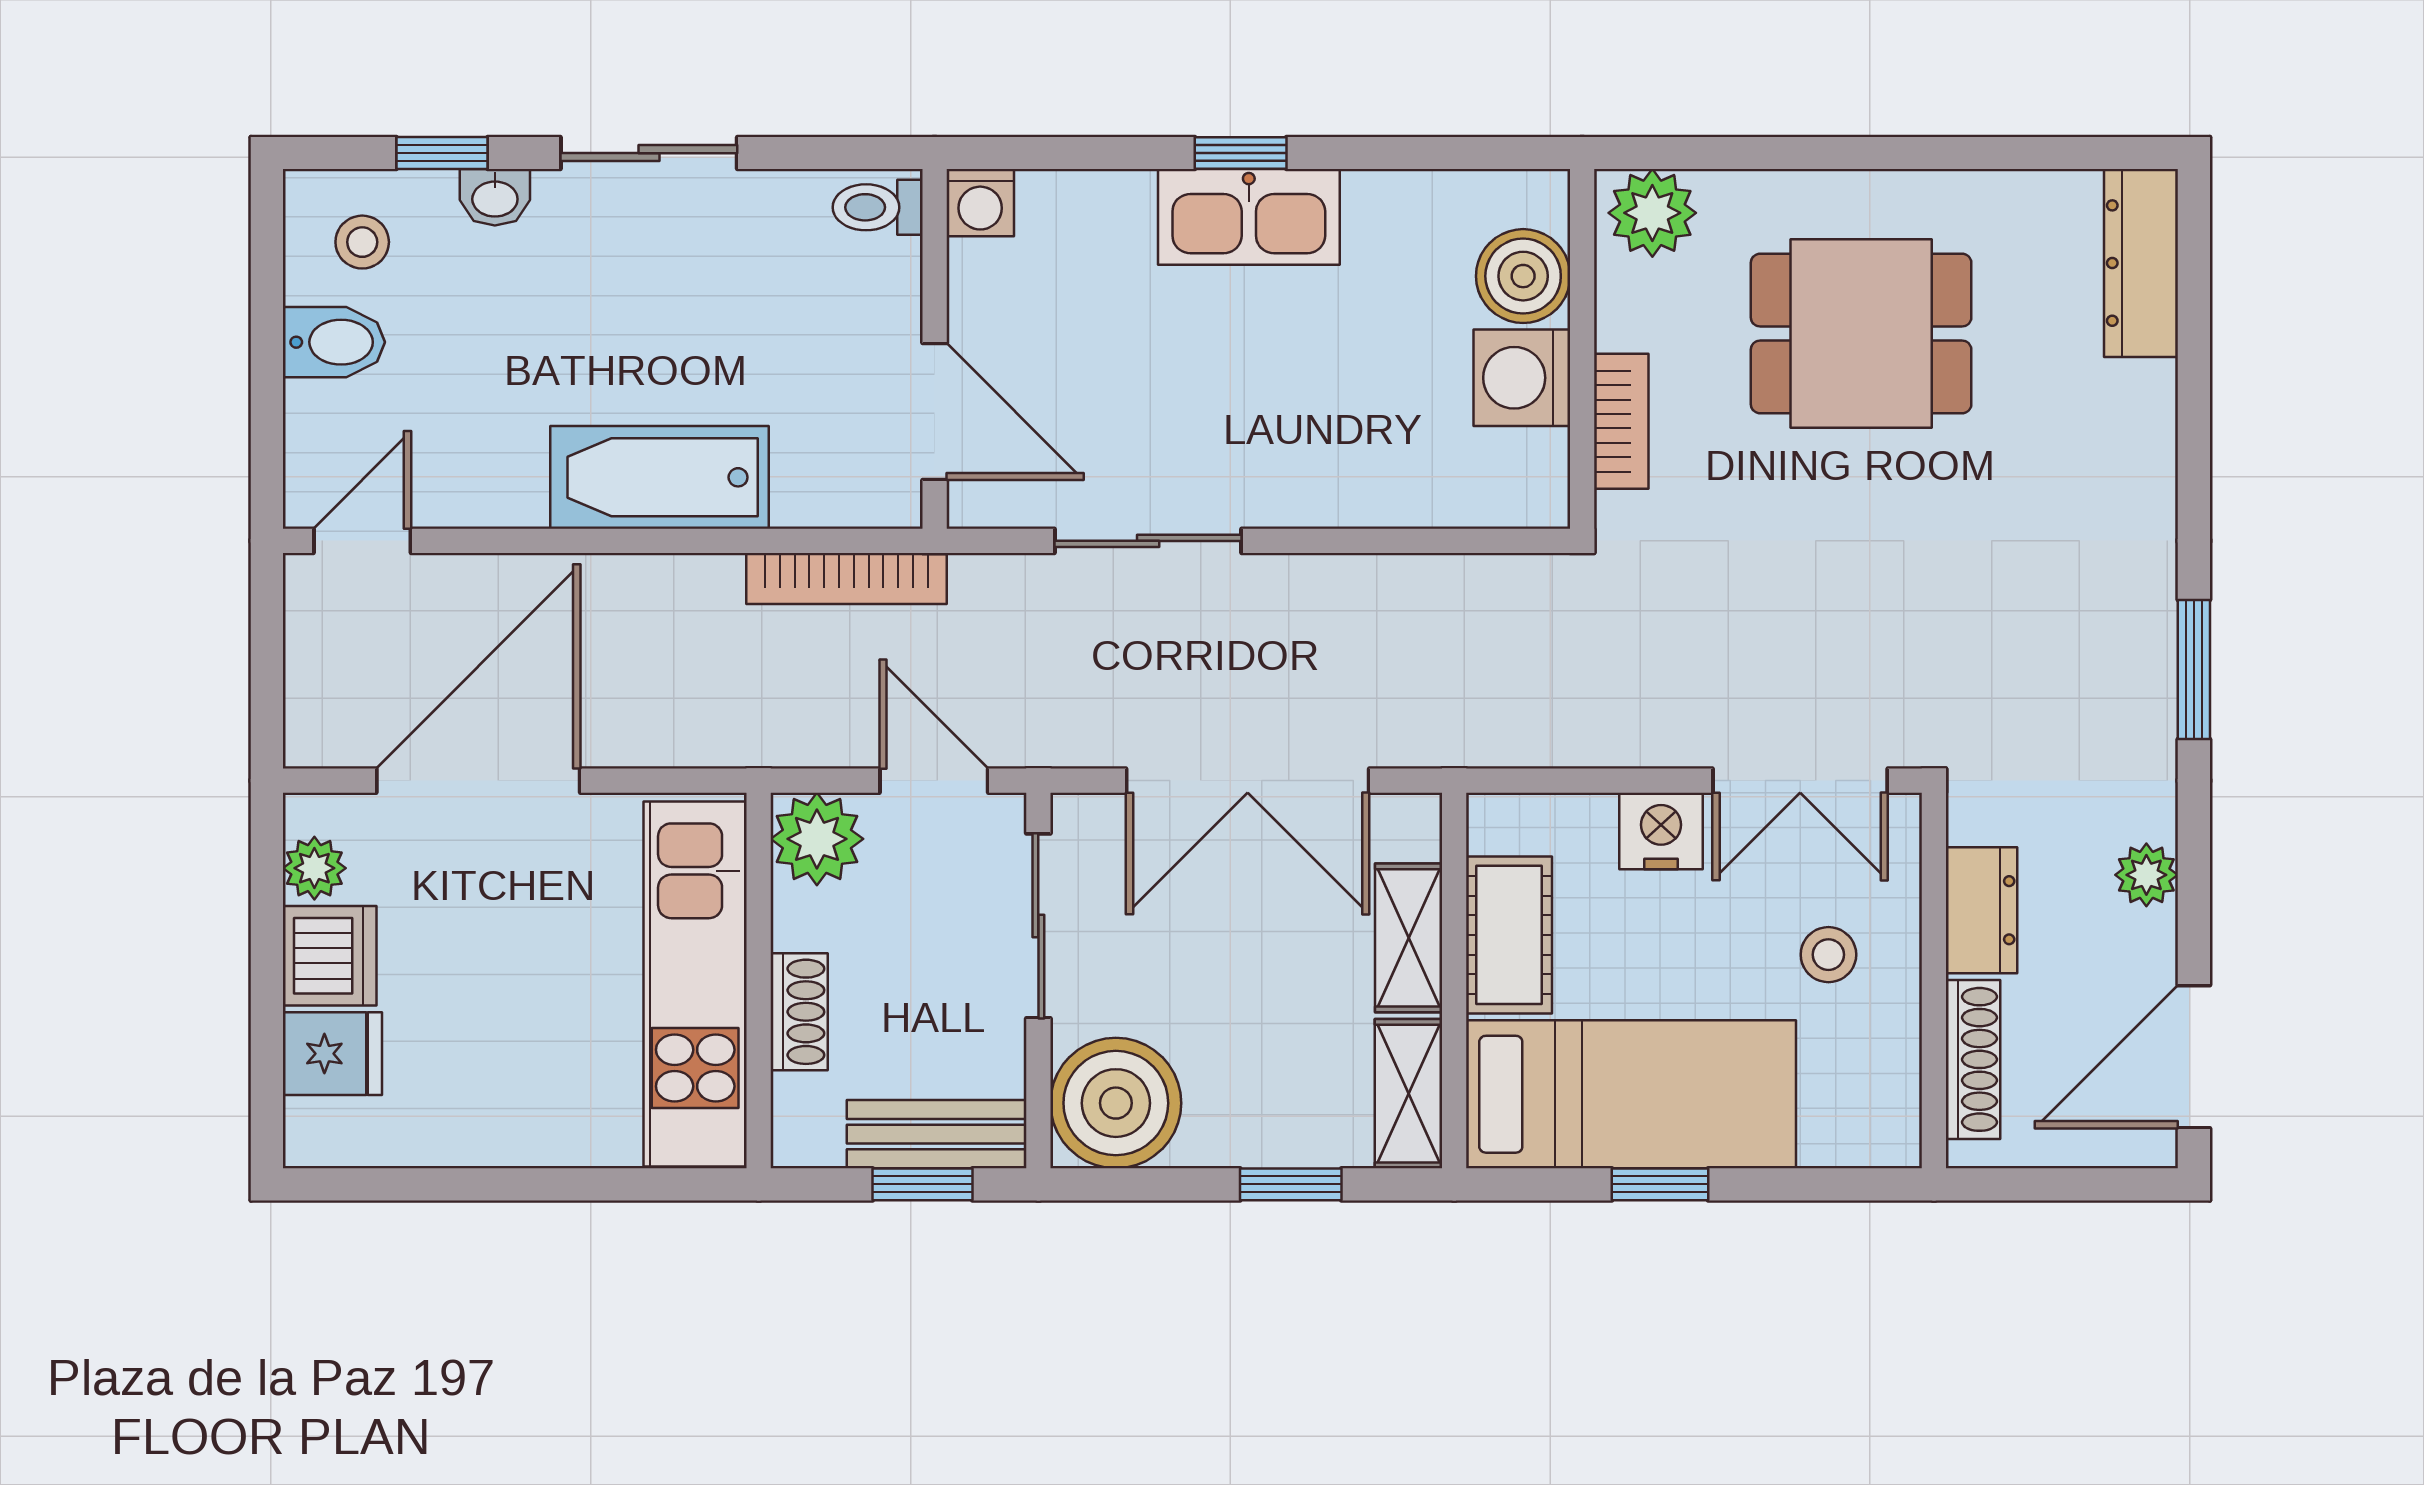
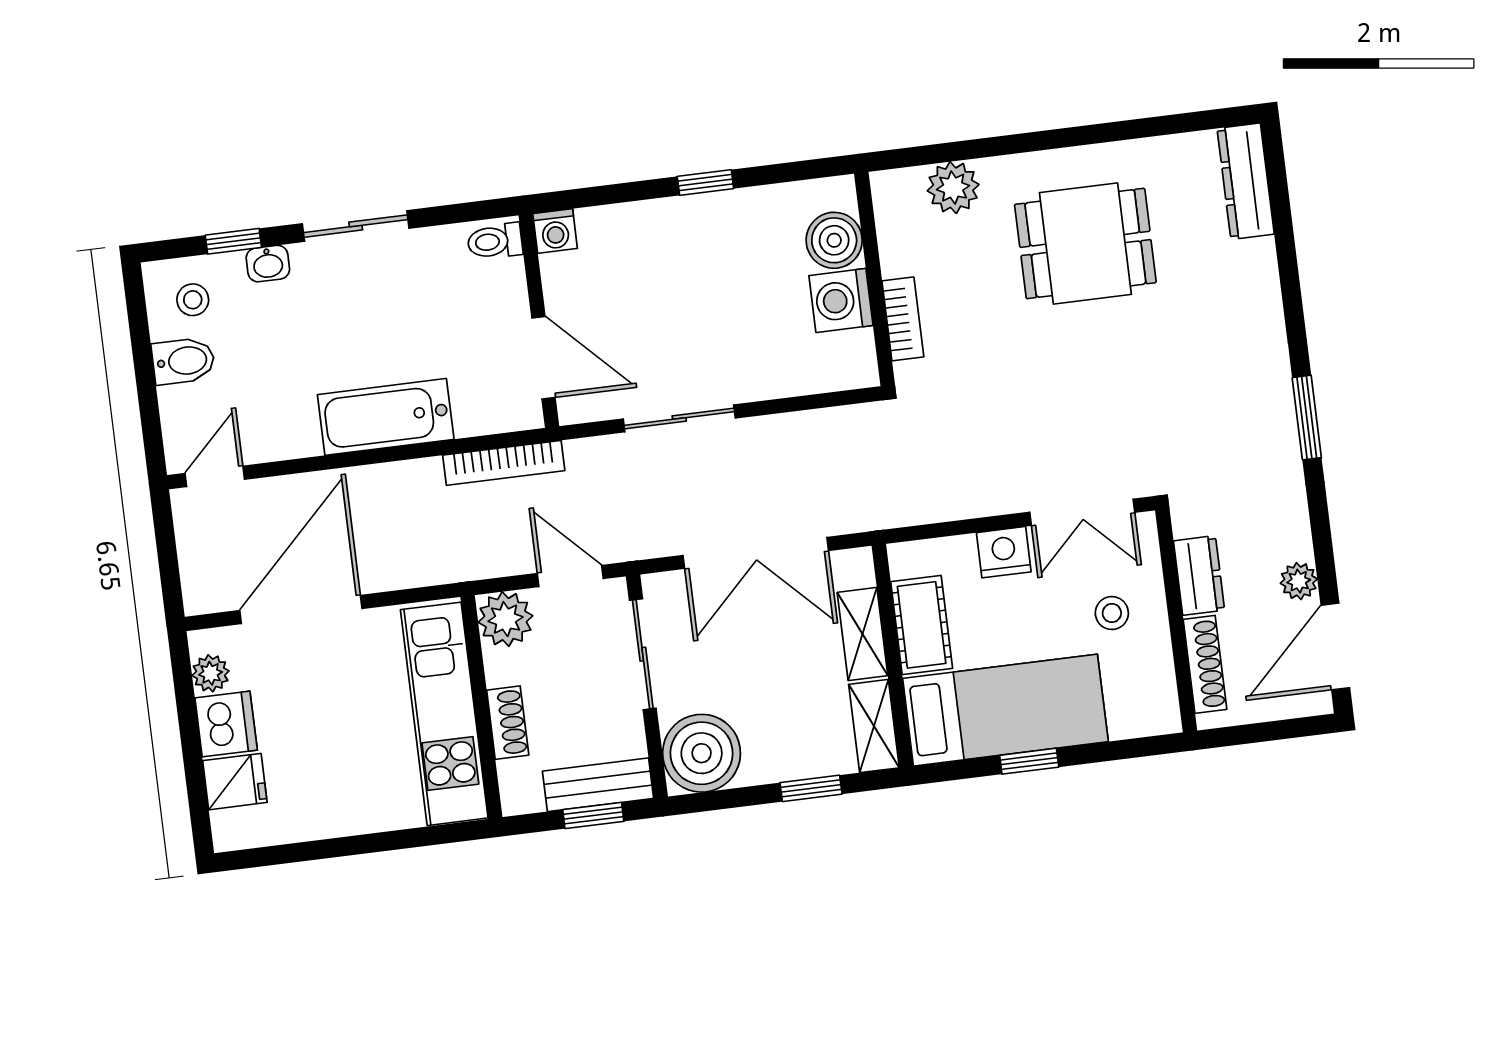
kitchen sink: (1249, 217) -> (715, 220), removed
boiler: (1523, 276) -> (834, 240), moved
wall: (1582, 349) -> (874, 279), moved
washing machine: (1522, 378) -> (841, 300), moved
bookcase: (1621, 421) -> (903, 319), moved
plant: (2146, 875) -> (1299, 581), moved

